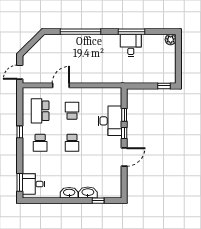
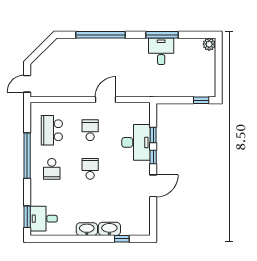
door: (61, 85) -> (105, 100), moved
window: (20, 132) -> (27, 156), width x3.17
school desk: (72, 143) -> (90, 169), turned 180

